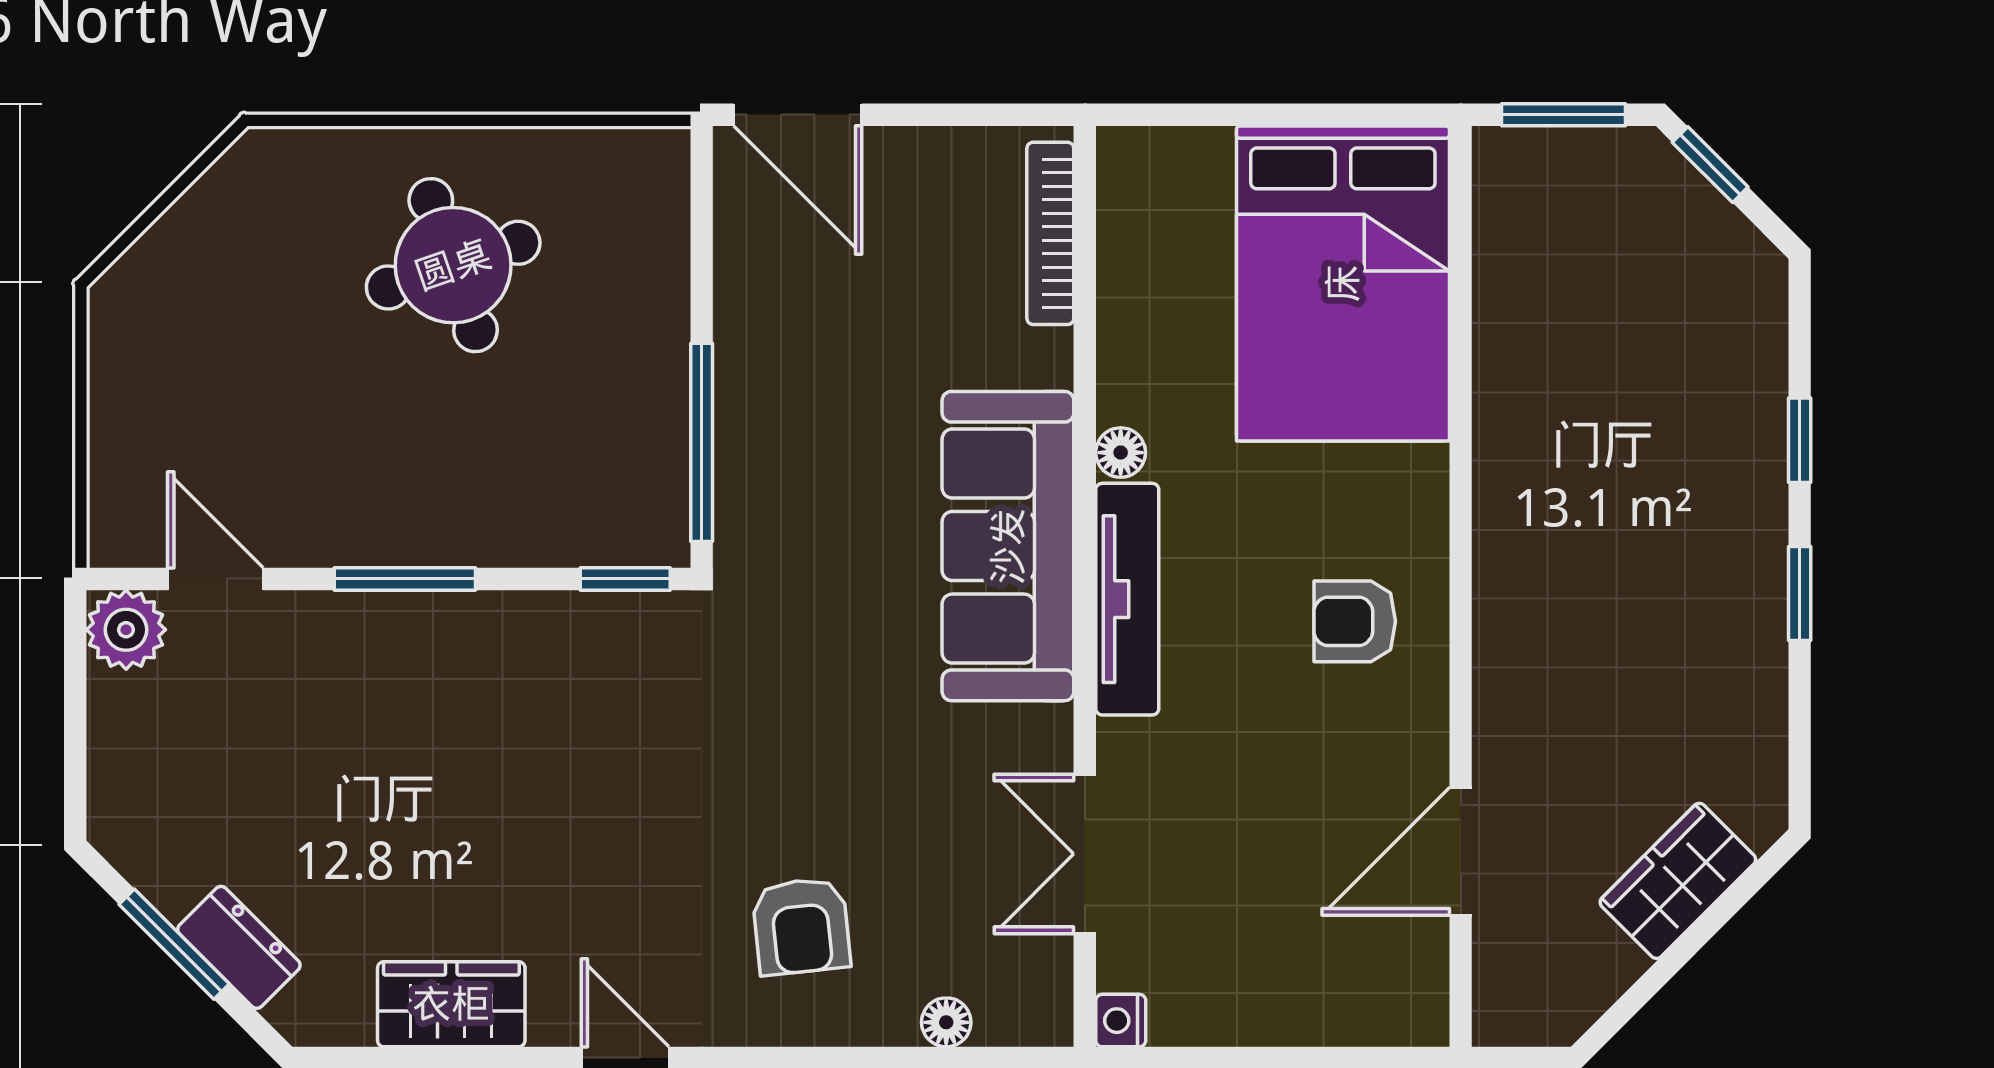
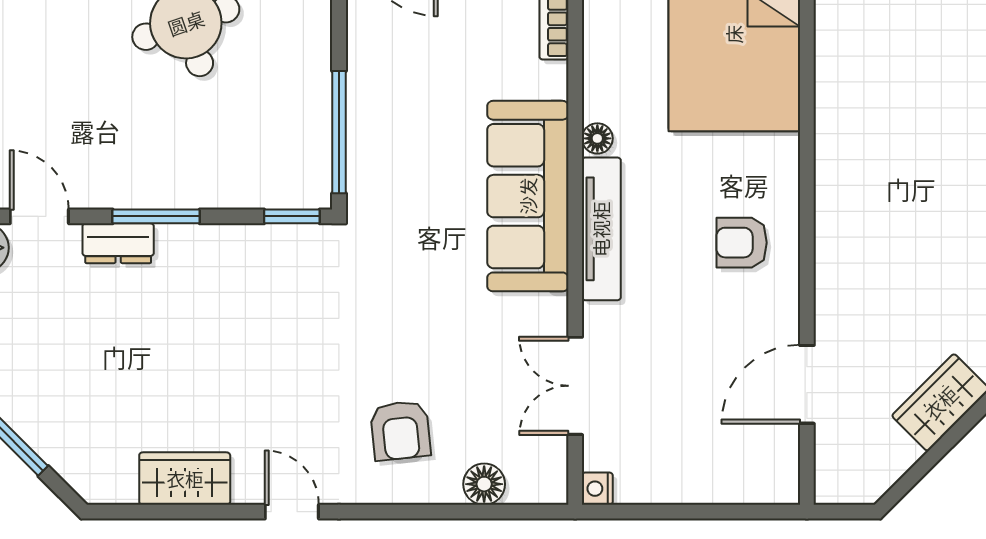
dresser: (239, 947) -> (118, 243), moved, turned 135
floor lamp: (946, 1022) -> (484, 484), width x1.37, depth x1.37

